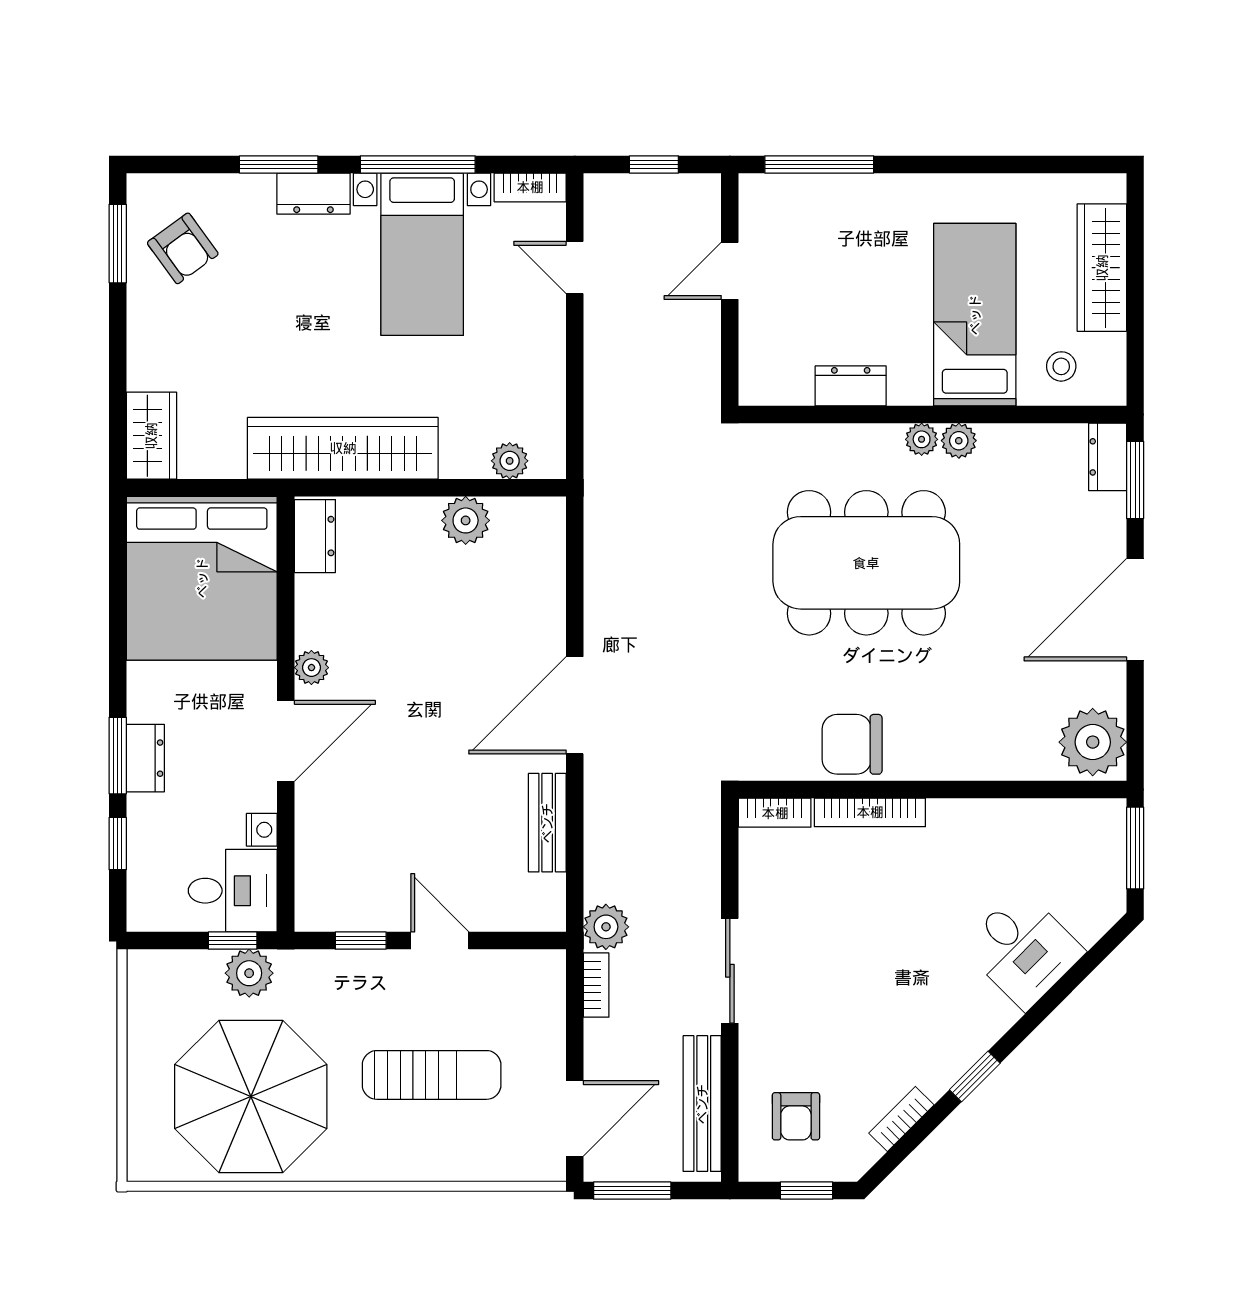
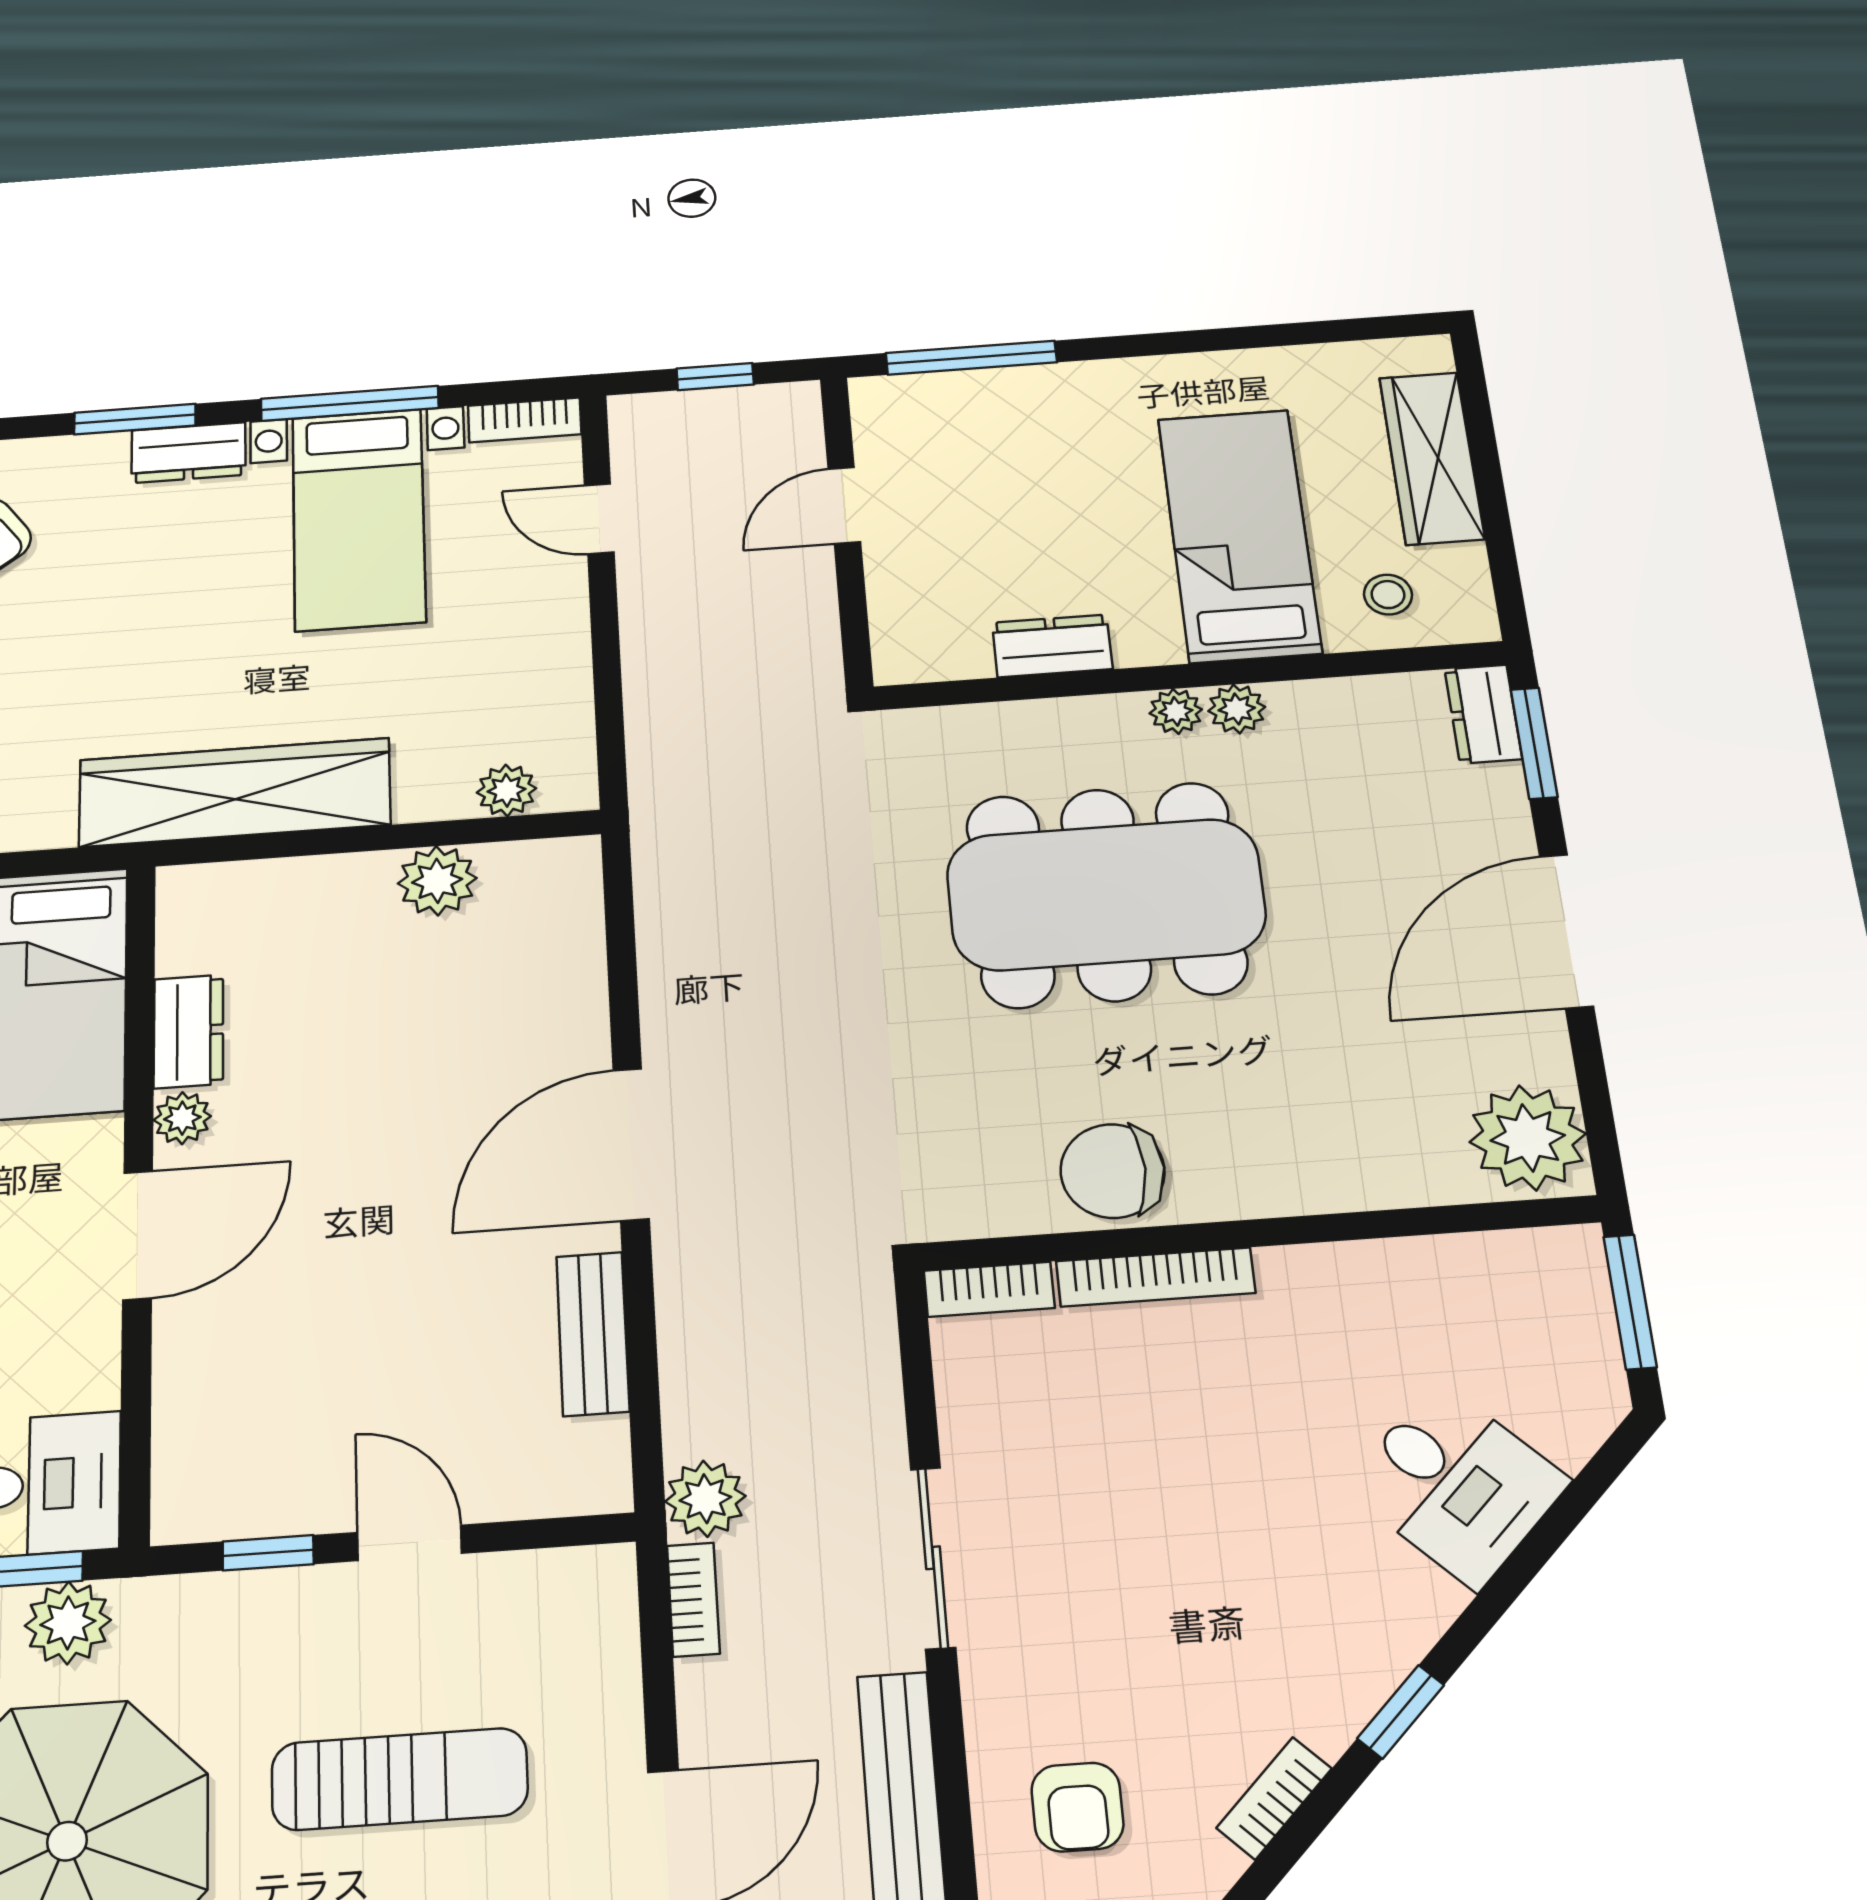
dresser: (315, 536) -> (188, 1031), moved
nightstand: (262, 830) -> (94, 1381), removed

